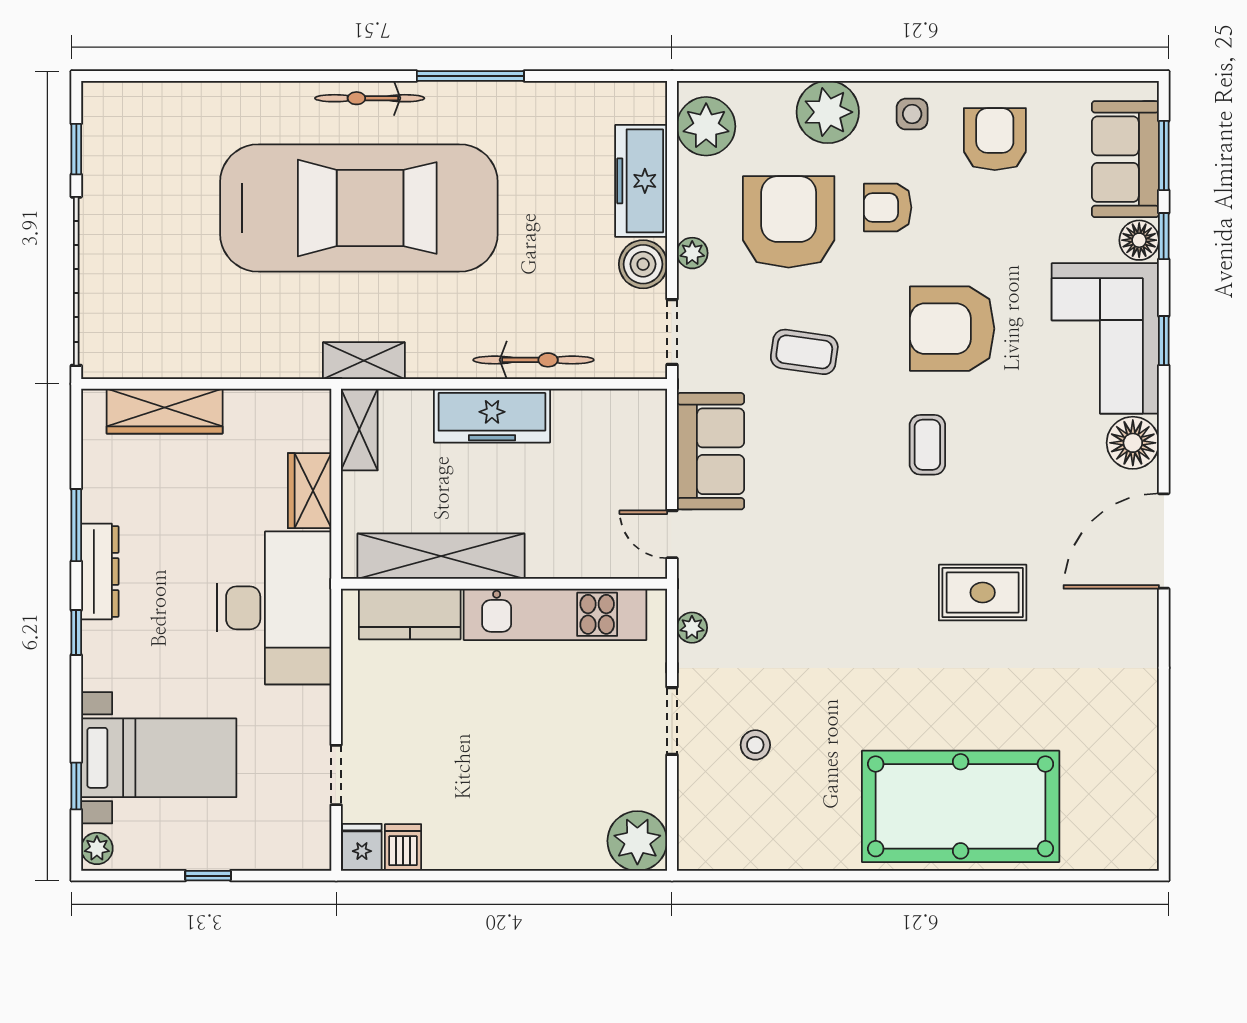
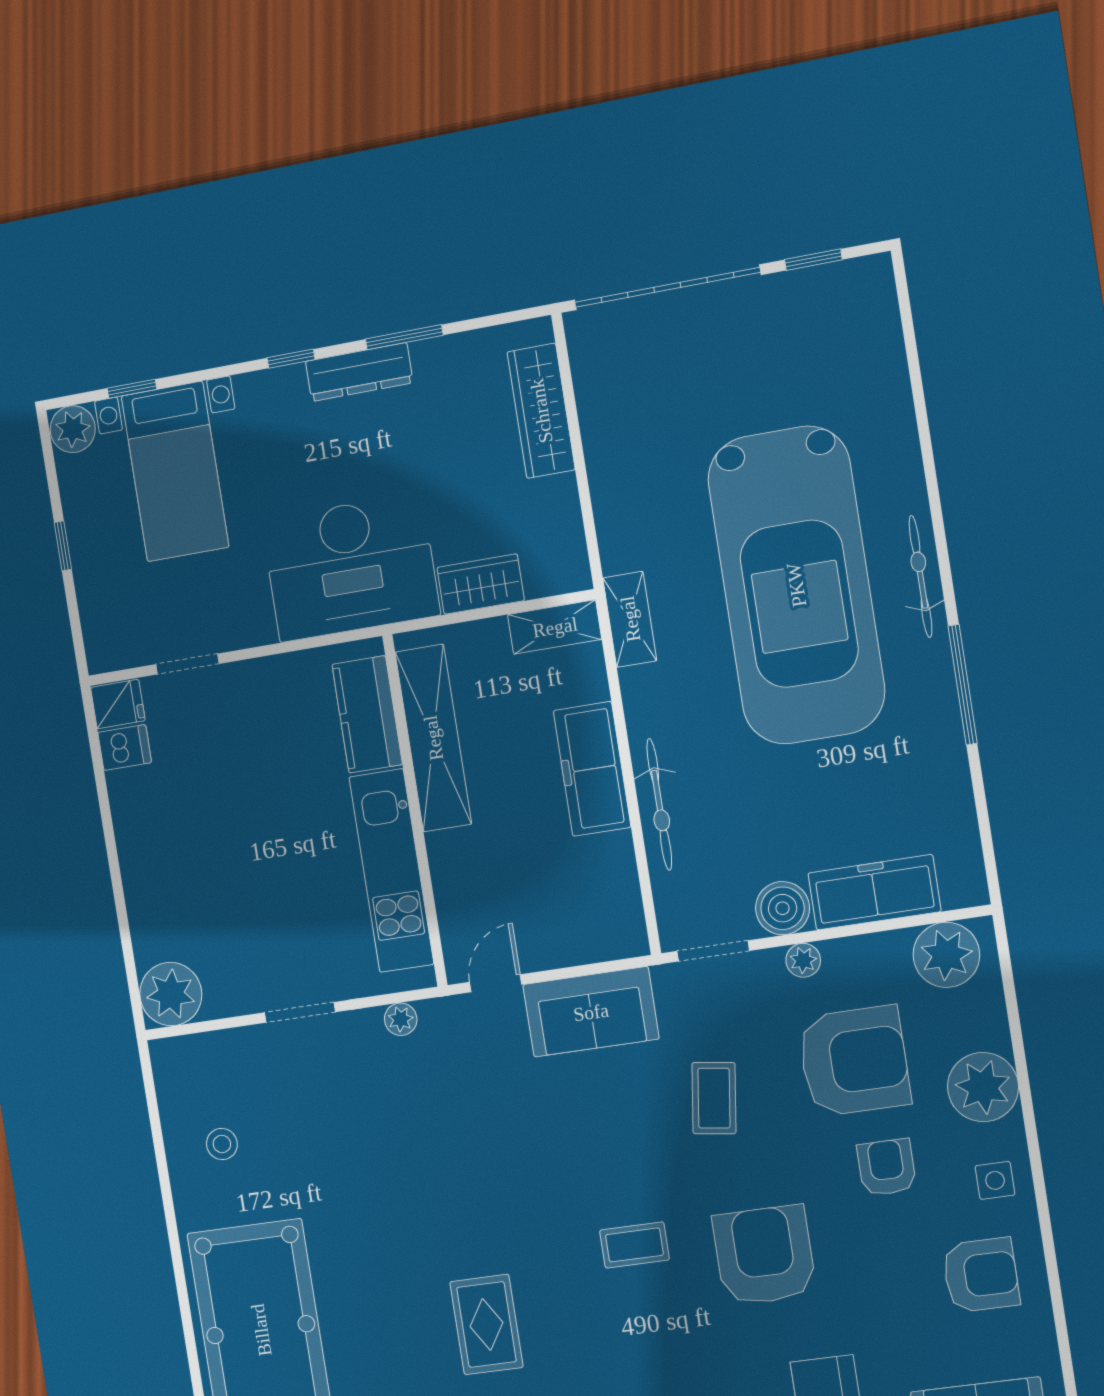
stool: (755, 745) -> (222, 1144), moved
plant: (97, 848) -> (73, 429), width x1.38, depth x1.38

